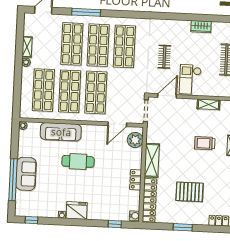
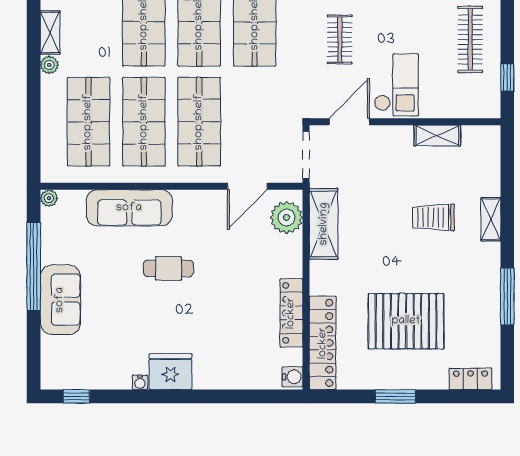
checkout: (190, 79) -> (396, 85), turned 180
shelving: (152, 160) -> (324, 224), moved
cafe table: (78, 161) -> (168, 268), width x0.73, depth x0.74
window: (13, 180) -> (34, 266), moved
locker: (136, 180) -> (291, 313), width x1.53
pallet: (190, 192) -> (406, 321), width x1.37, depth x1.41
window: (115, 224) -> (252, 396), removed

